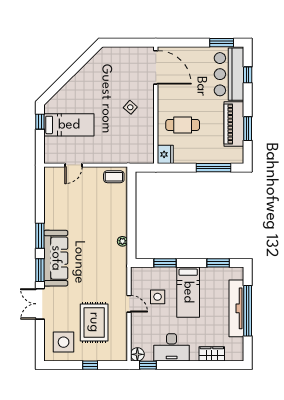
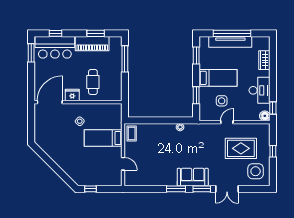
bed: (69, 125) -> (103, 138), moved, turned -90
fridge: (165, 154) -> (72, 95), moved
sofa: (56, 258) -> (193, 177), width x0.73

